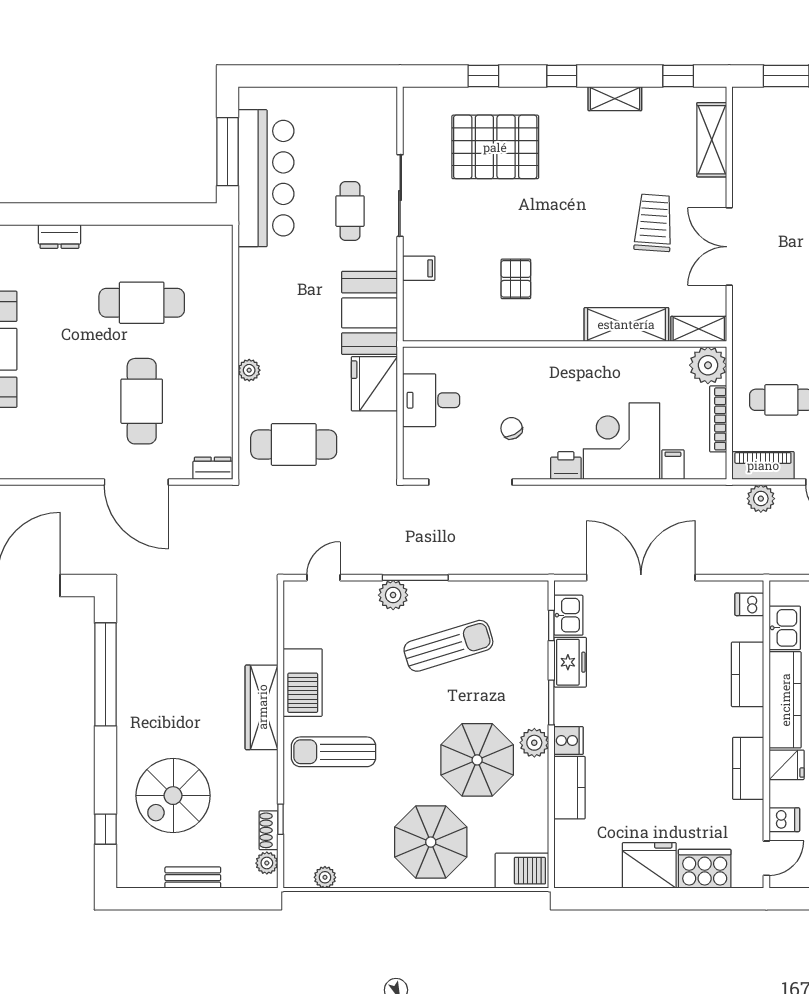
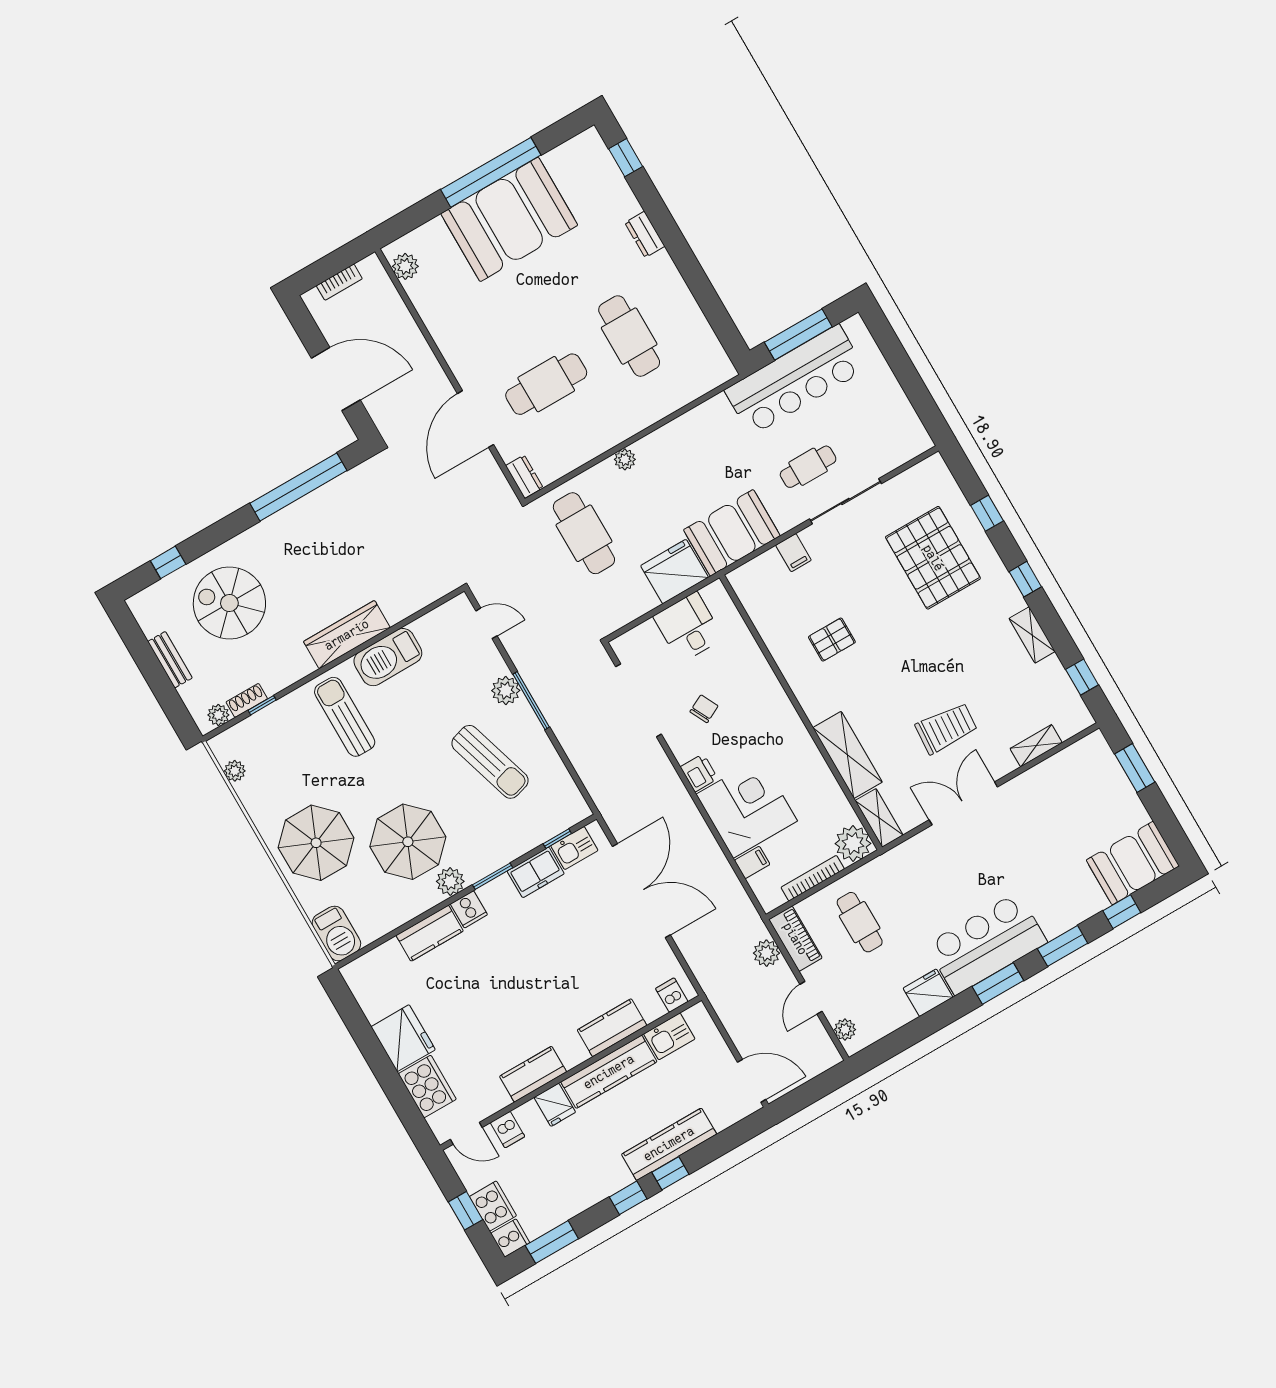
shelving: (712, 140) -> (1036, 746), width x0.67, depth x0.75

